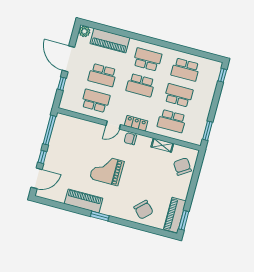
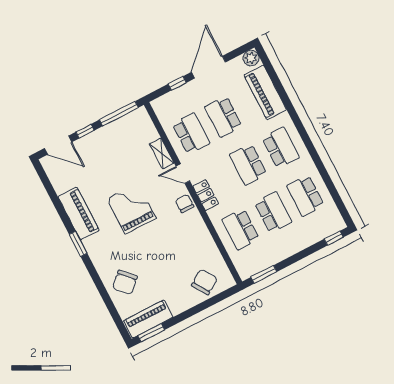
shelving: (162, 145) -> (162, 153), moved

